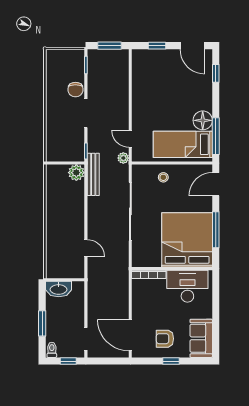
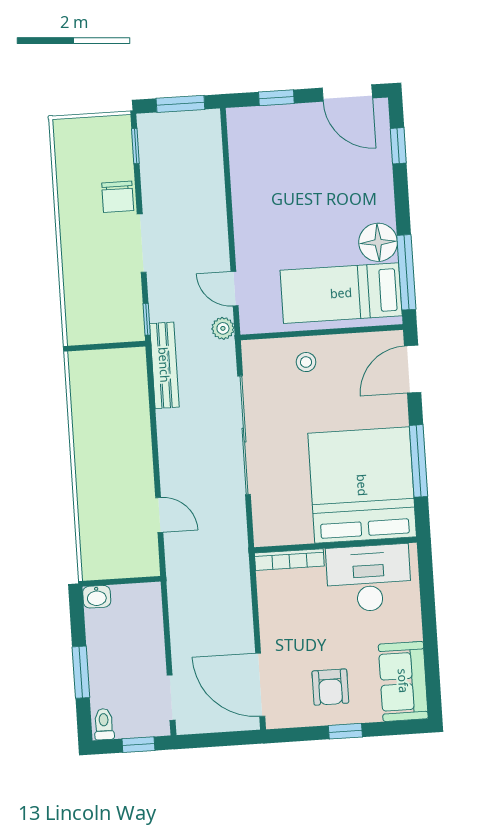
plant: (76, 173) -> (130, 364), removed
washbasin: (59, 289) -> (97, 597), width x0.52, depth x0.69
armchair: (165, 339) -> (330, 687), turned -90

